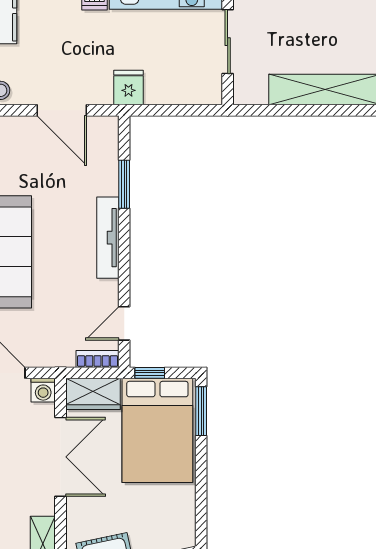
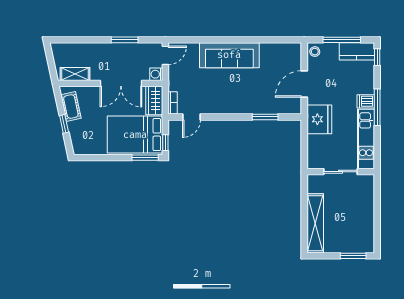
fridge: (128, 88) -> (319, 119), width x1.88, depth x1.34
tv unit: (108, 238) -> (237, 108), removed
door: (124, 323) -> (192, 117), swing flipped
window: (150, 373) -> (165, 143), moved

